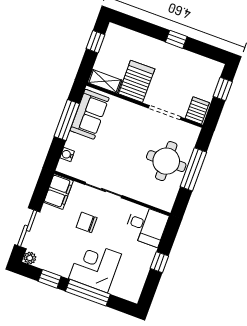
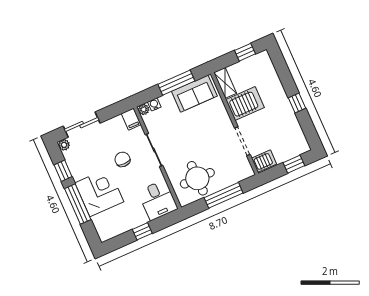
round table: (166, 161) -> (197, 178), moved
plant: (63, 167) -> (144, 109), added
filing cabinet: (58, 192) -> (131, 119), width x0.50

